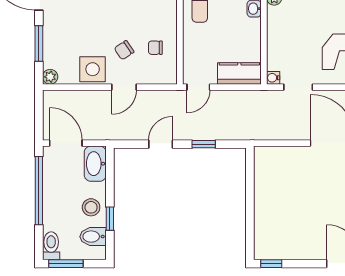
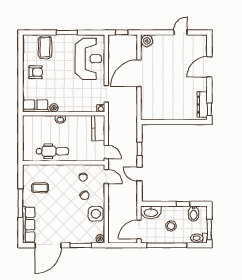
door: (124, 87) -> (106, 176), moved
stool: (91, 207) -> (171, 226), moved
dresser: (280, 251) -> (202, 104), added

